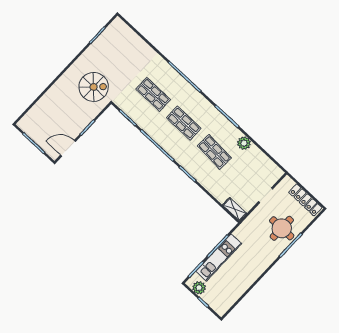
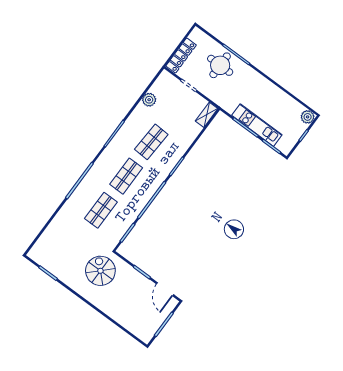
plant: (244, 143) -> (149, 100), moved
locker: (305, 200) -> (181, 55), moved
plant: (199, 288) -> (308, 117), moved

